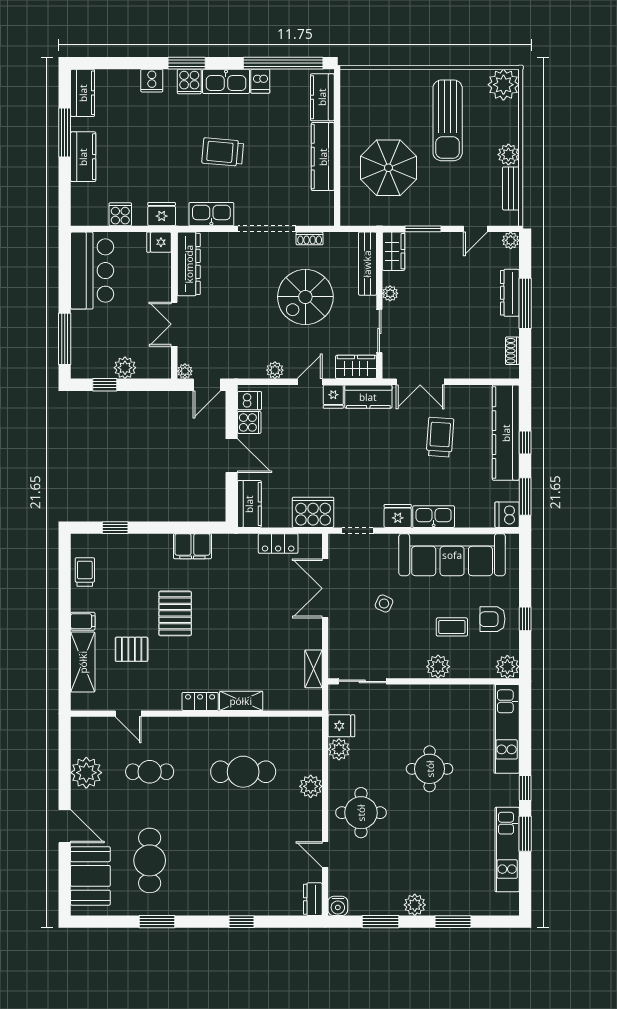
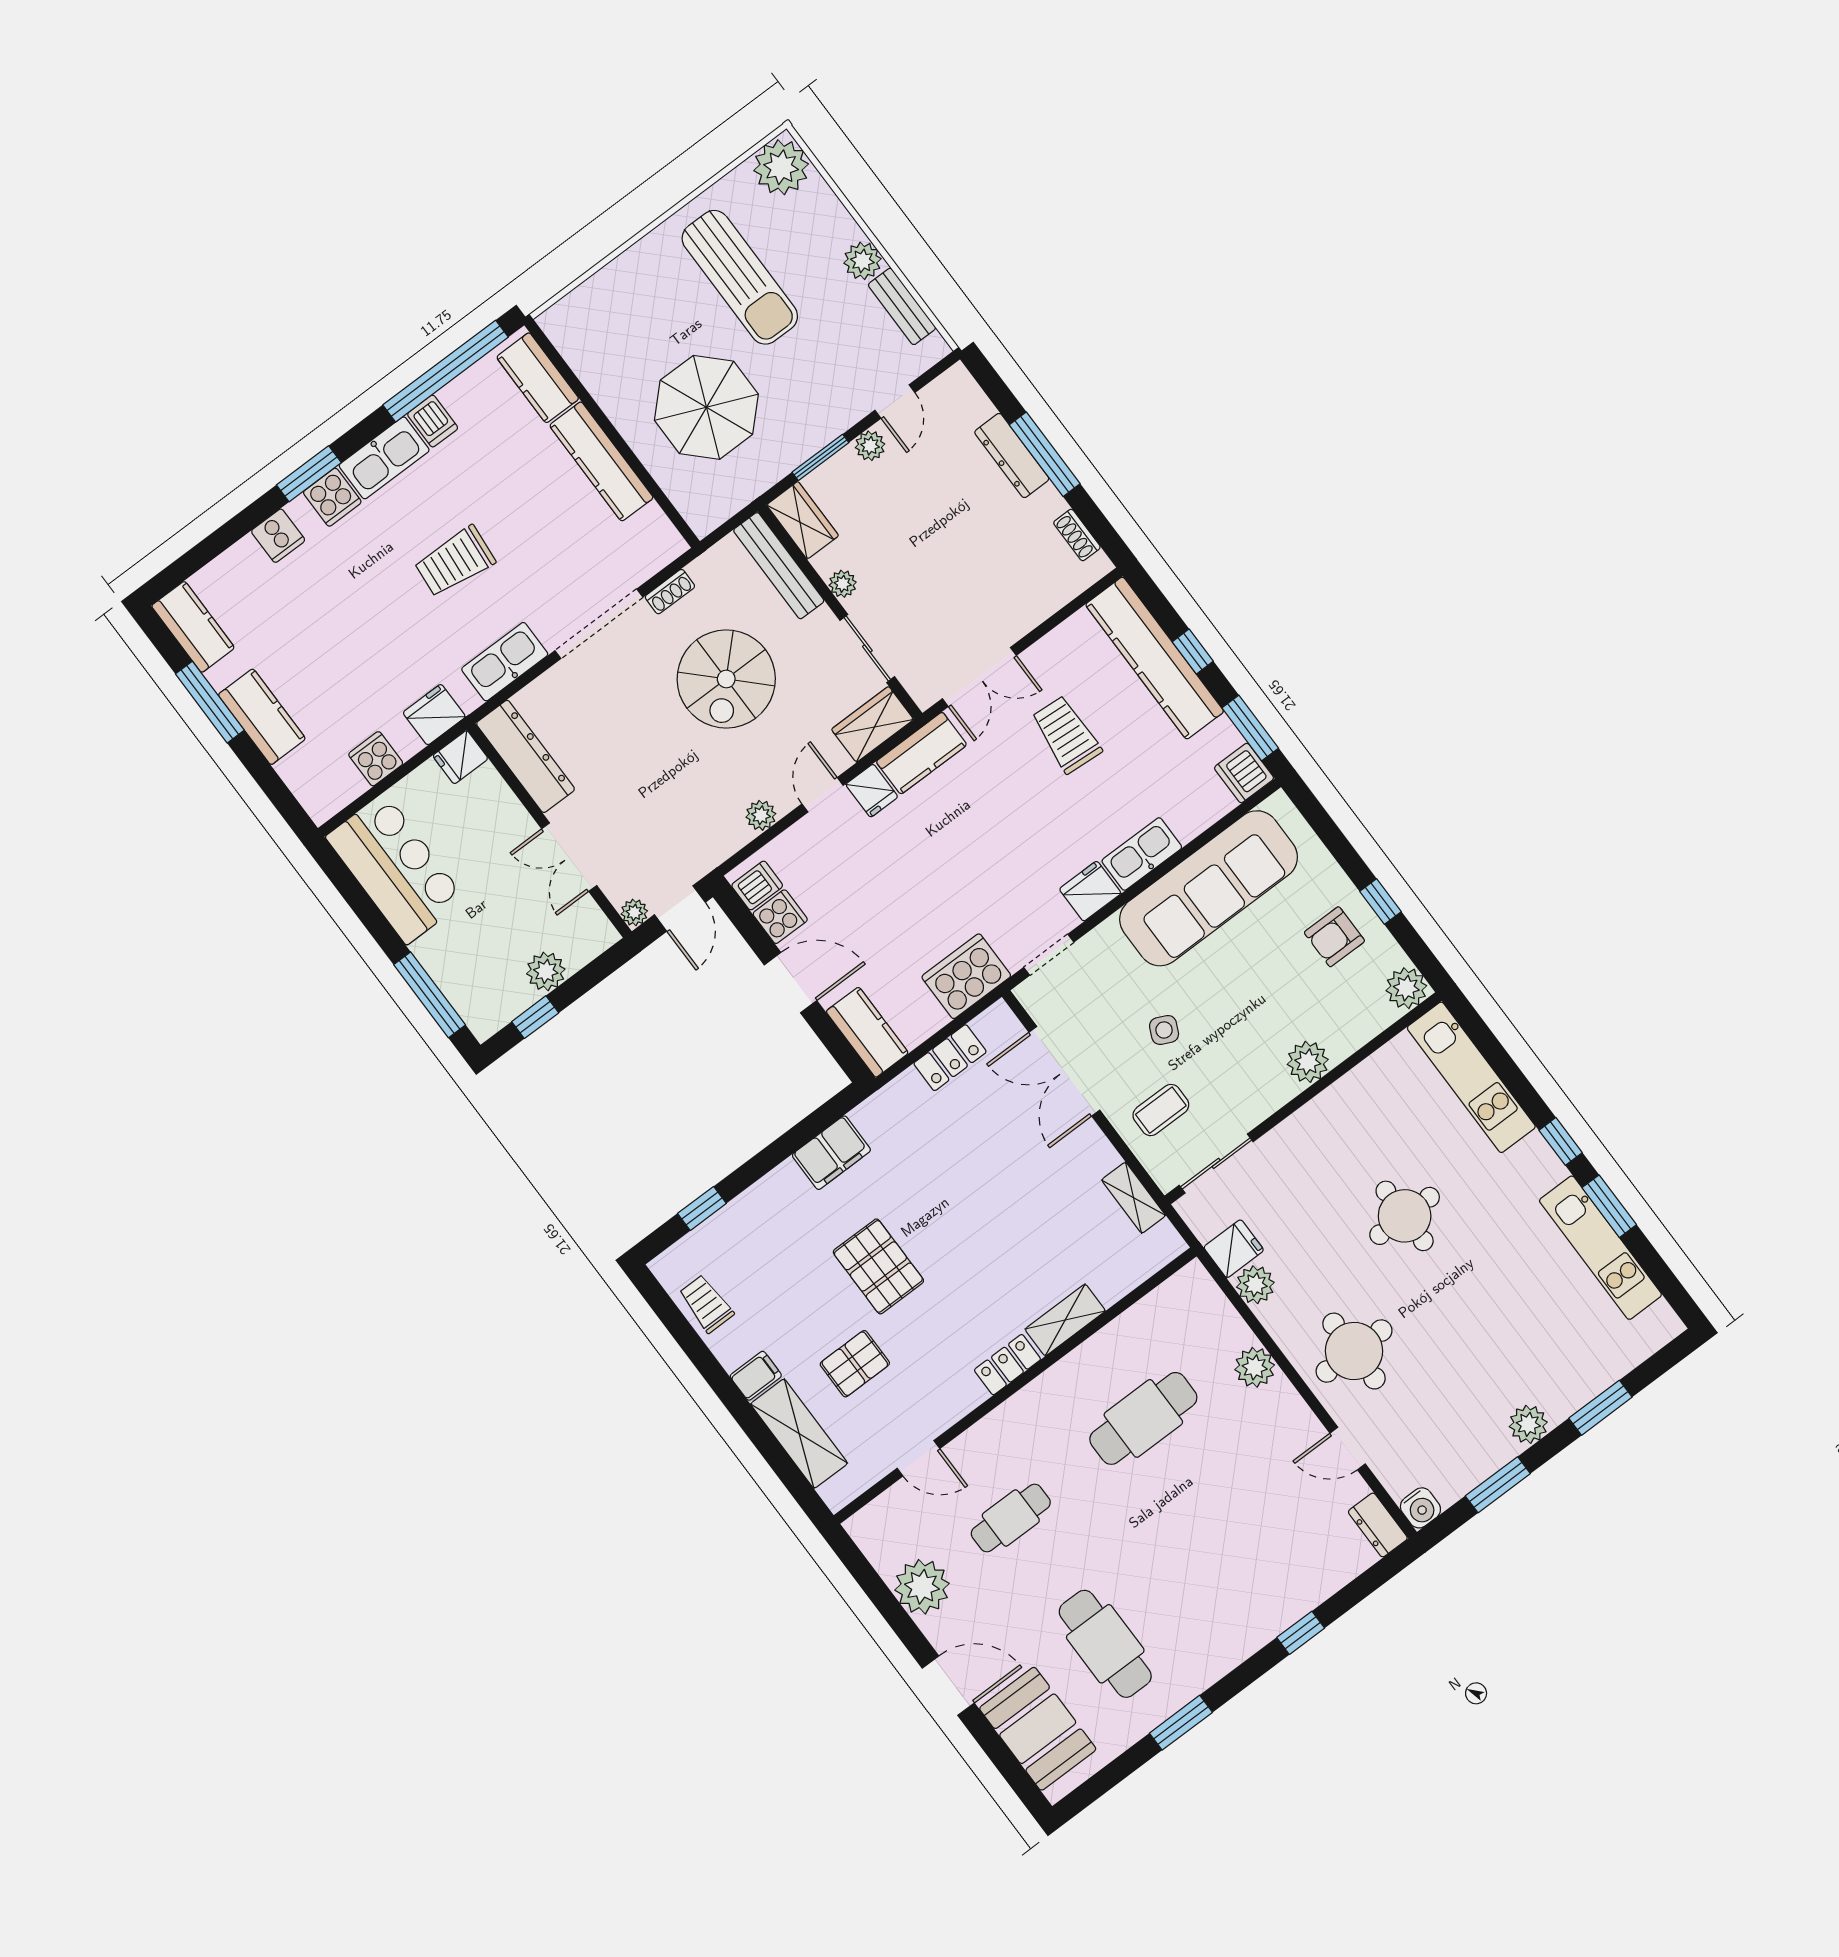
plant: (511, 240) -> (870, 446), moved
coffee table: (452, 627) -> (1161, 1110), moved

